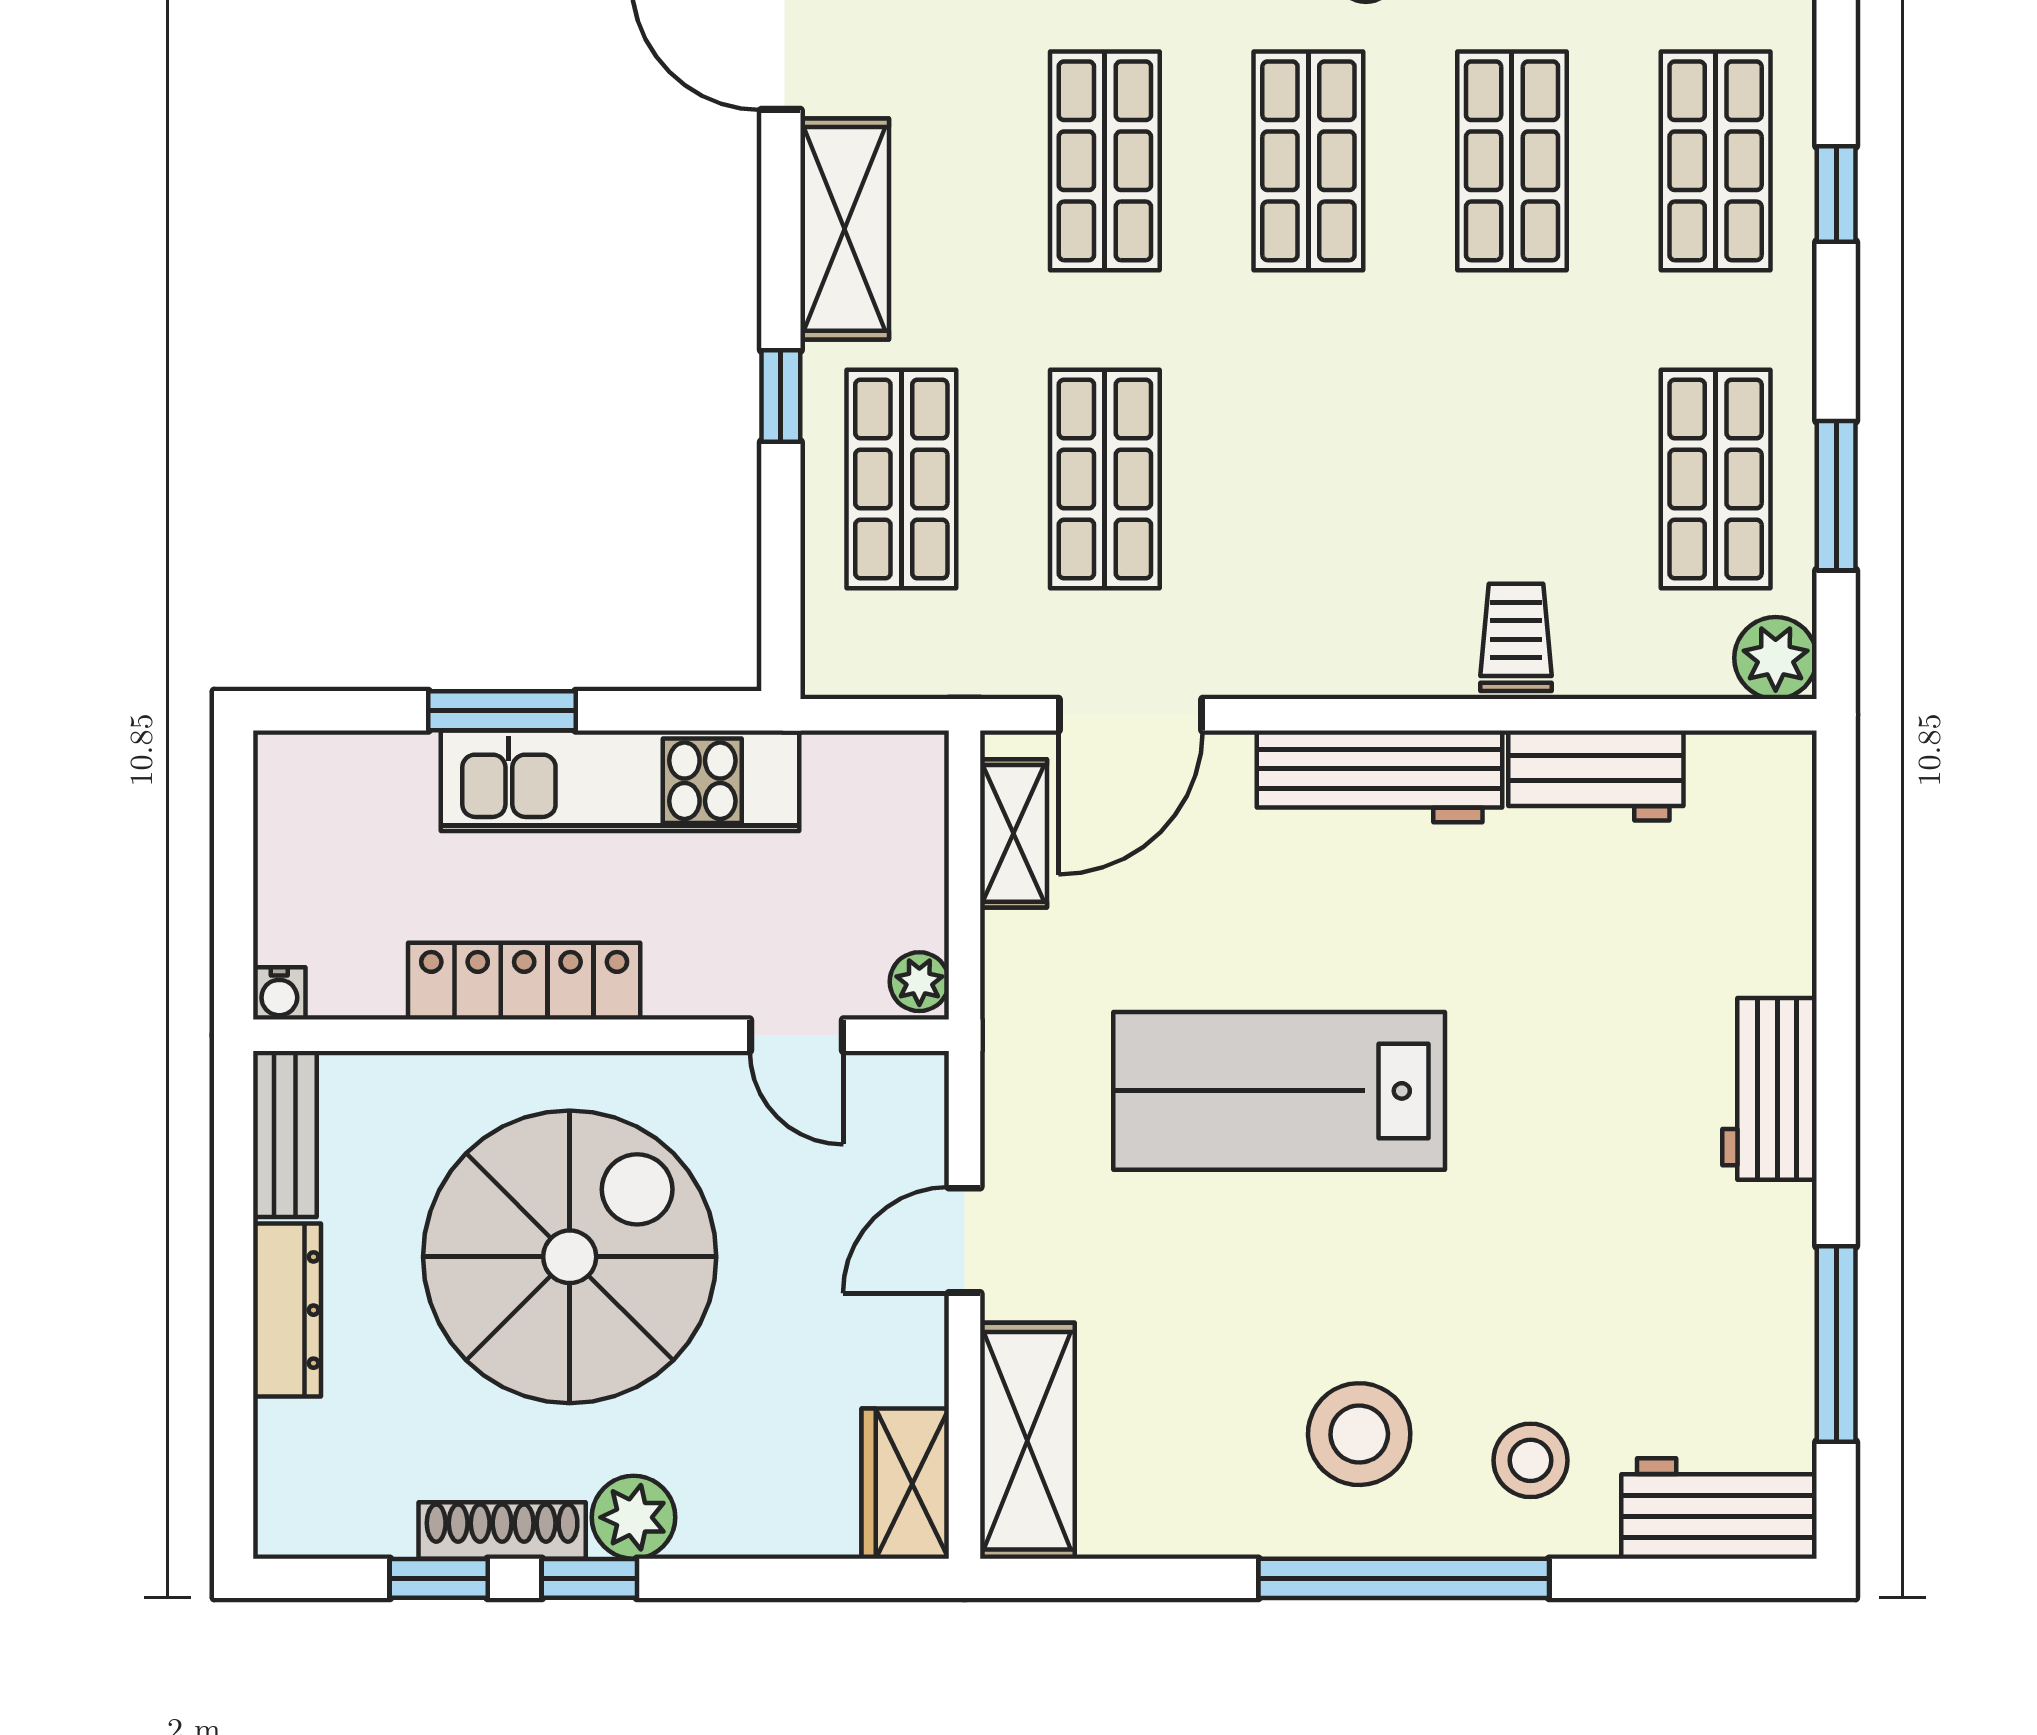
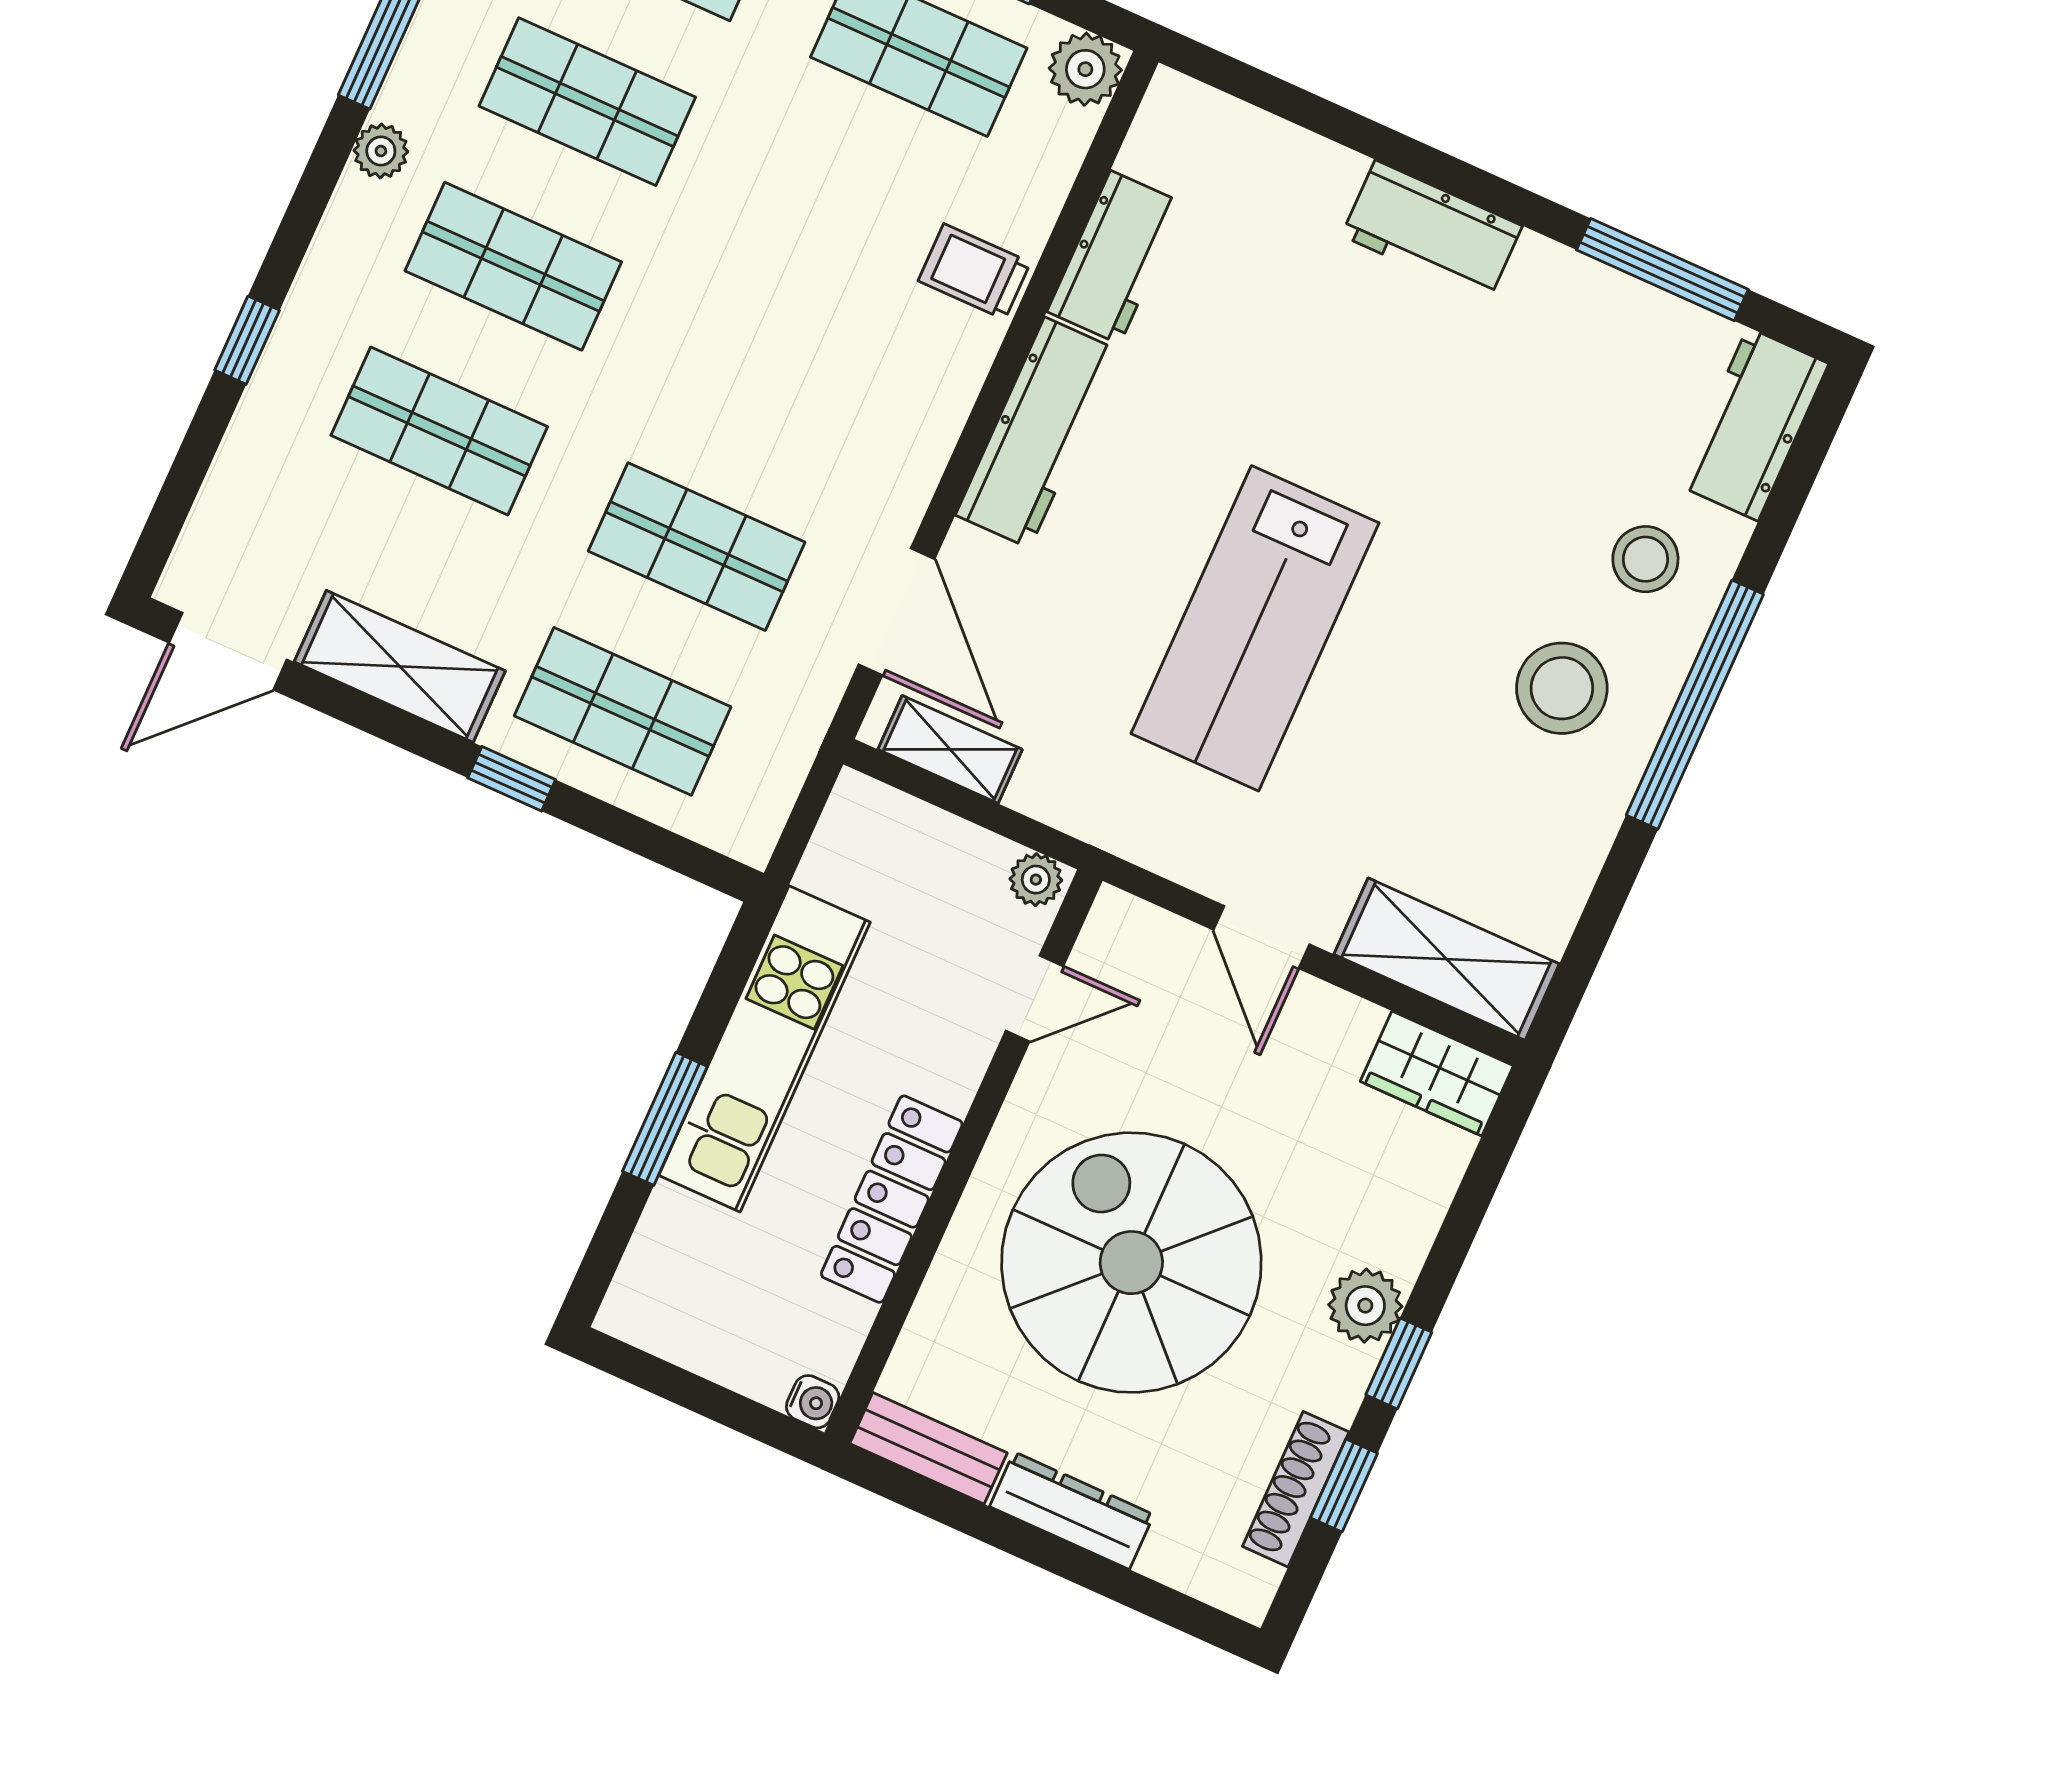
shoe rack: (502, 1530) -> (1296, 1489), moved

